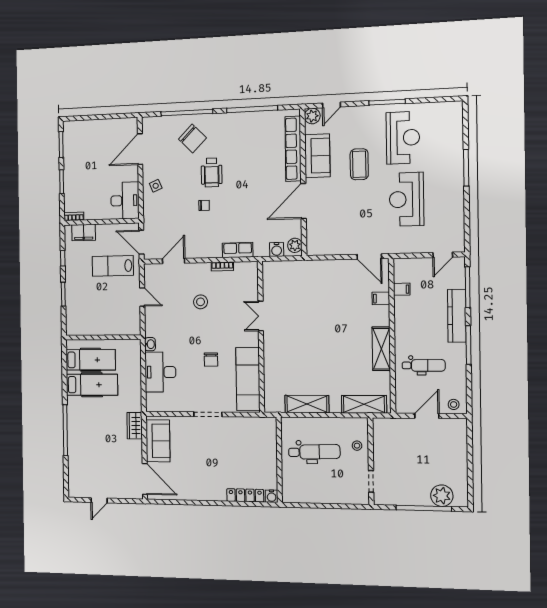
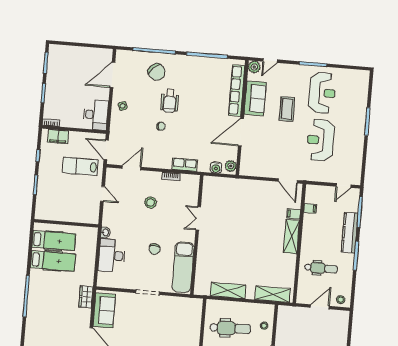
shelving: (381, 349) -> (291, 237), moved

